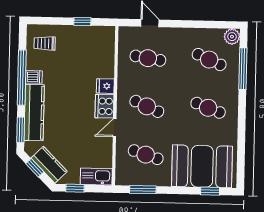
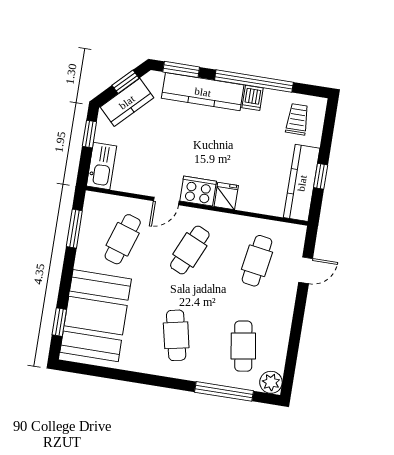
kitchen counter: (89, 34) -> (302, 183), added
cafe table: (209, 60) -> (243, 346), turned -33
cafe table: (208, 108) -> (176, 335), turned -33
door: (115, 128) -> (166, 201), swing flipped

